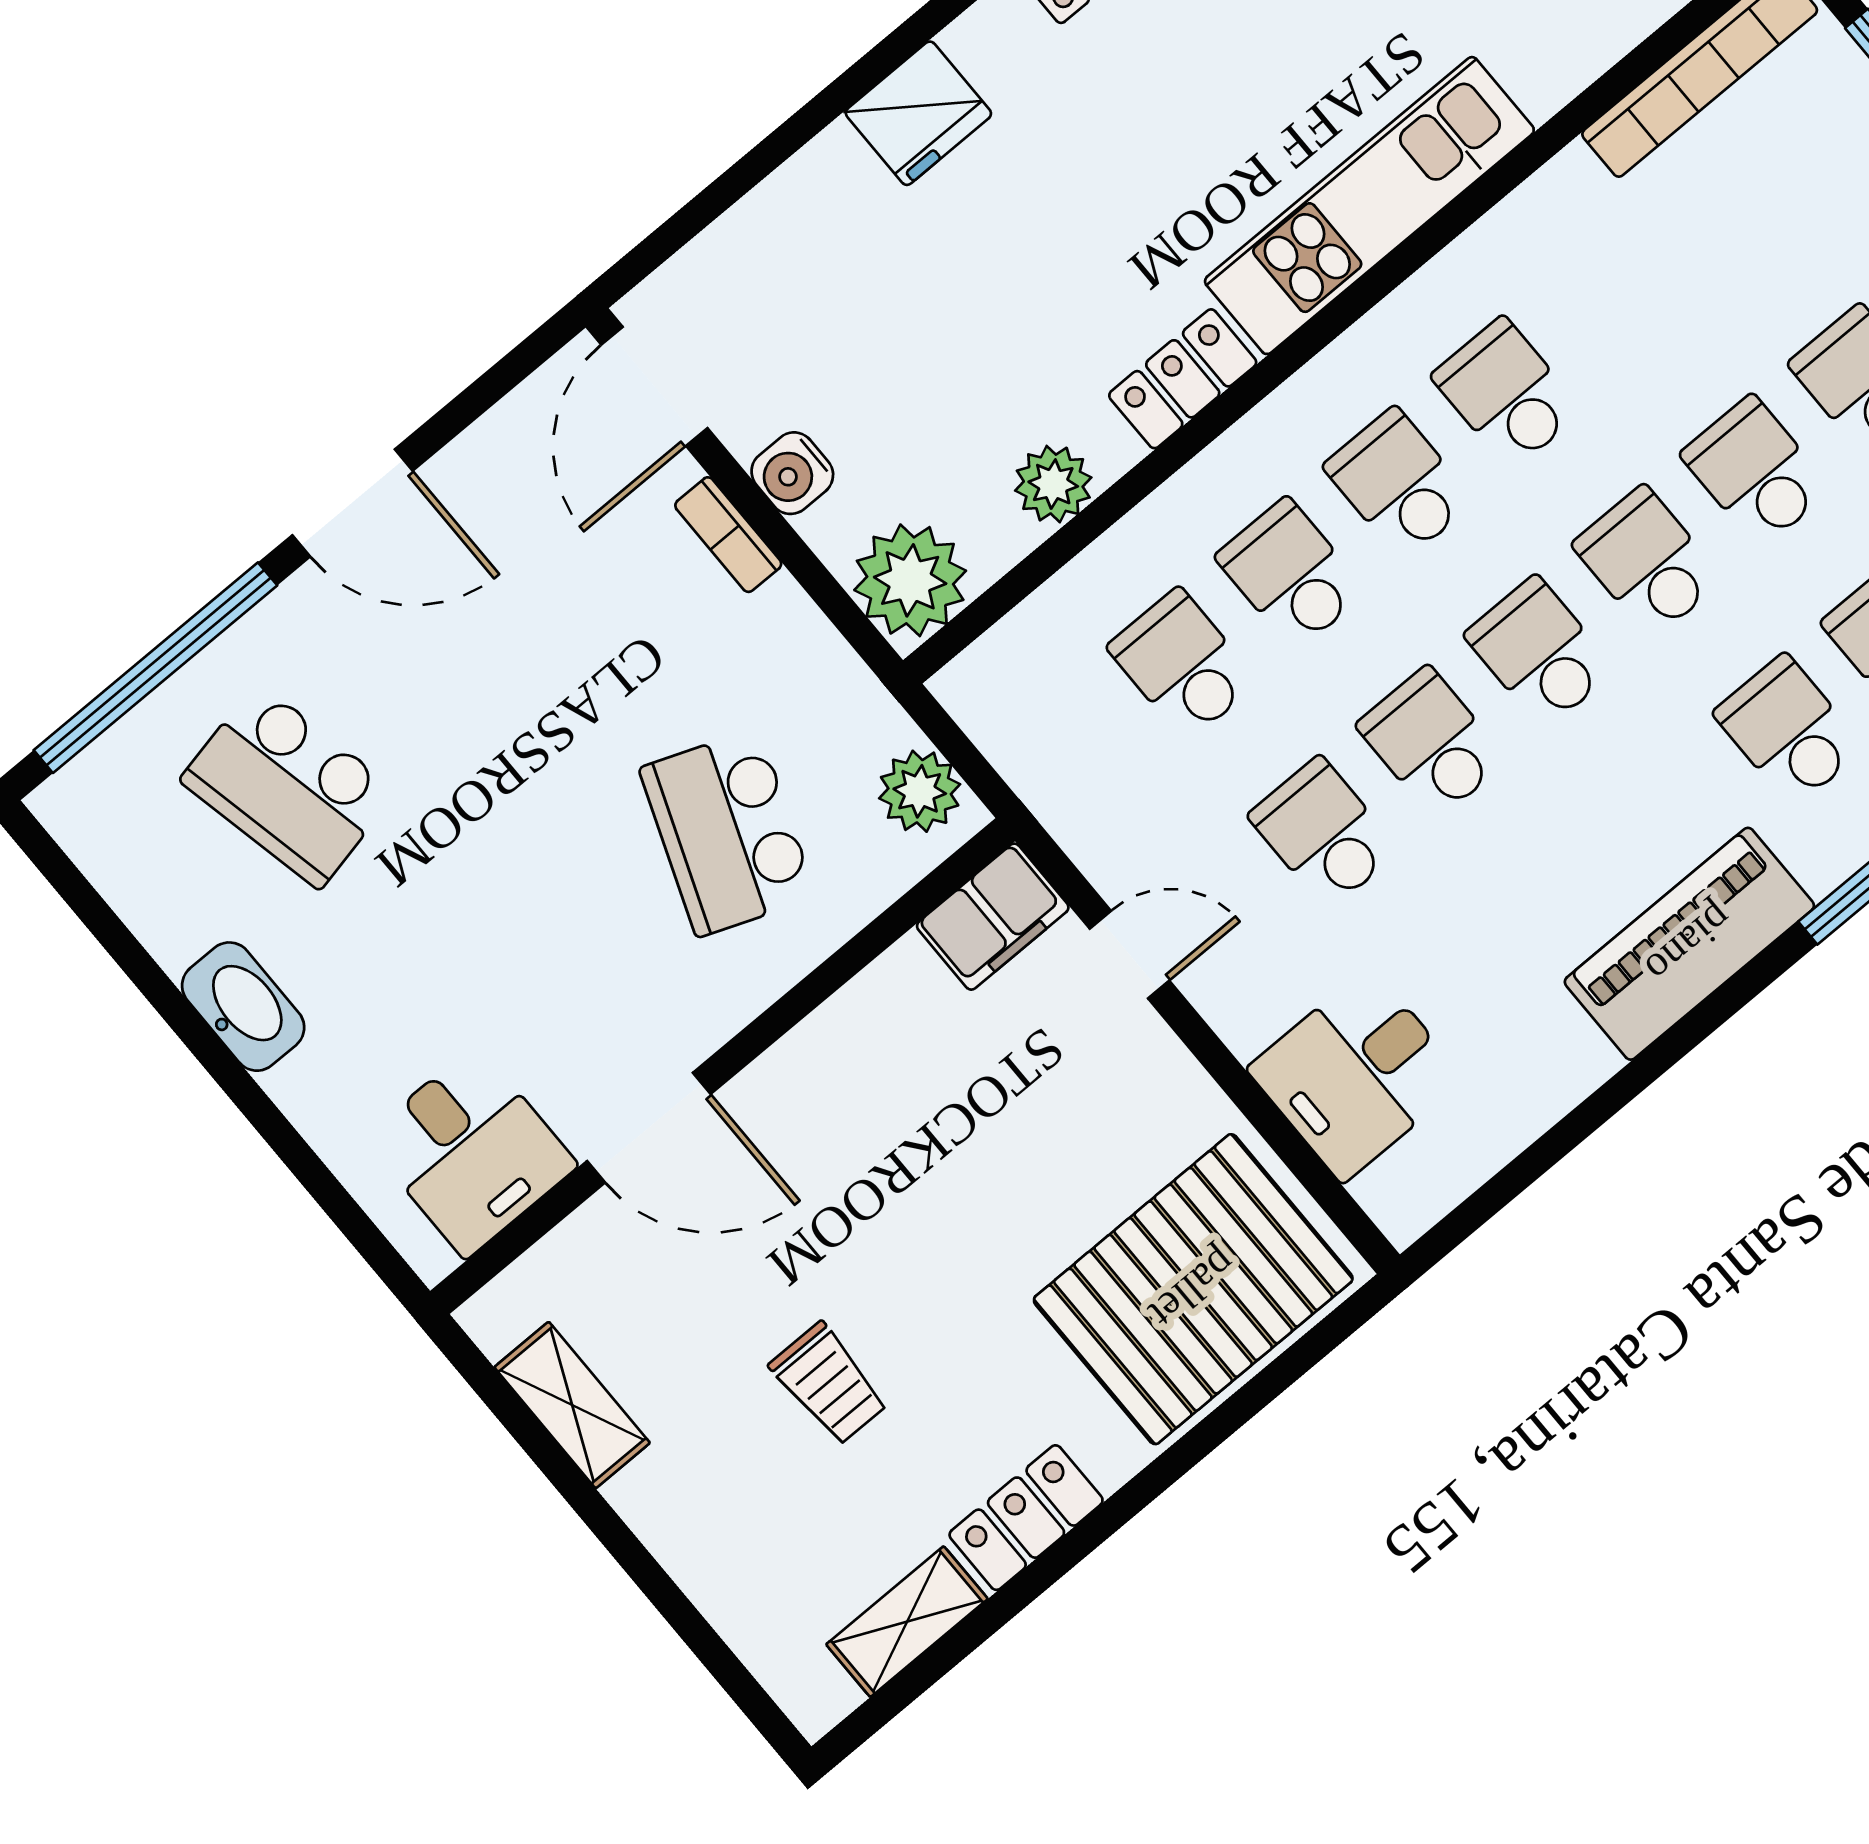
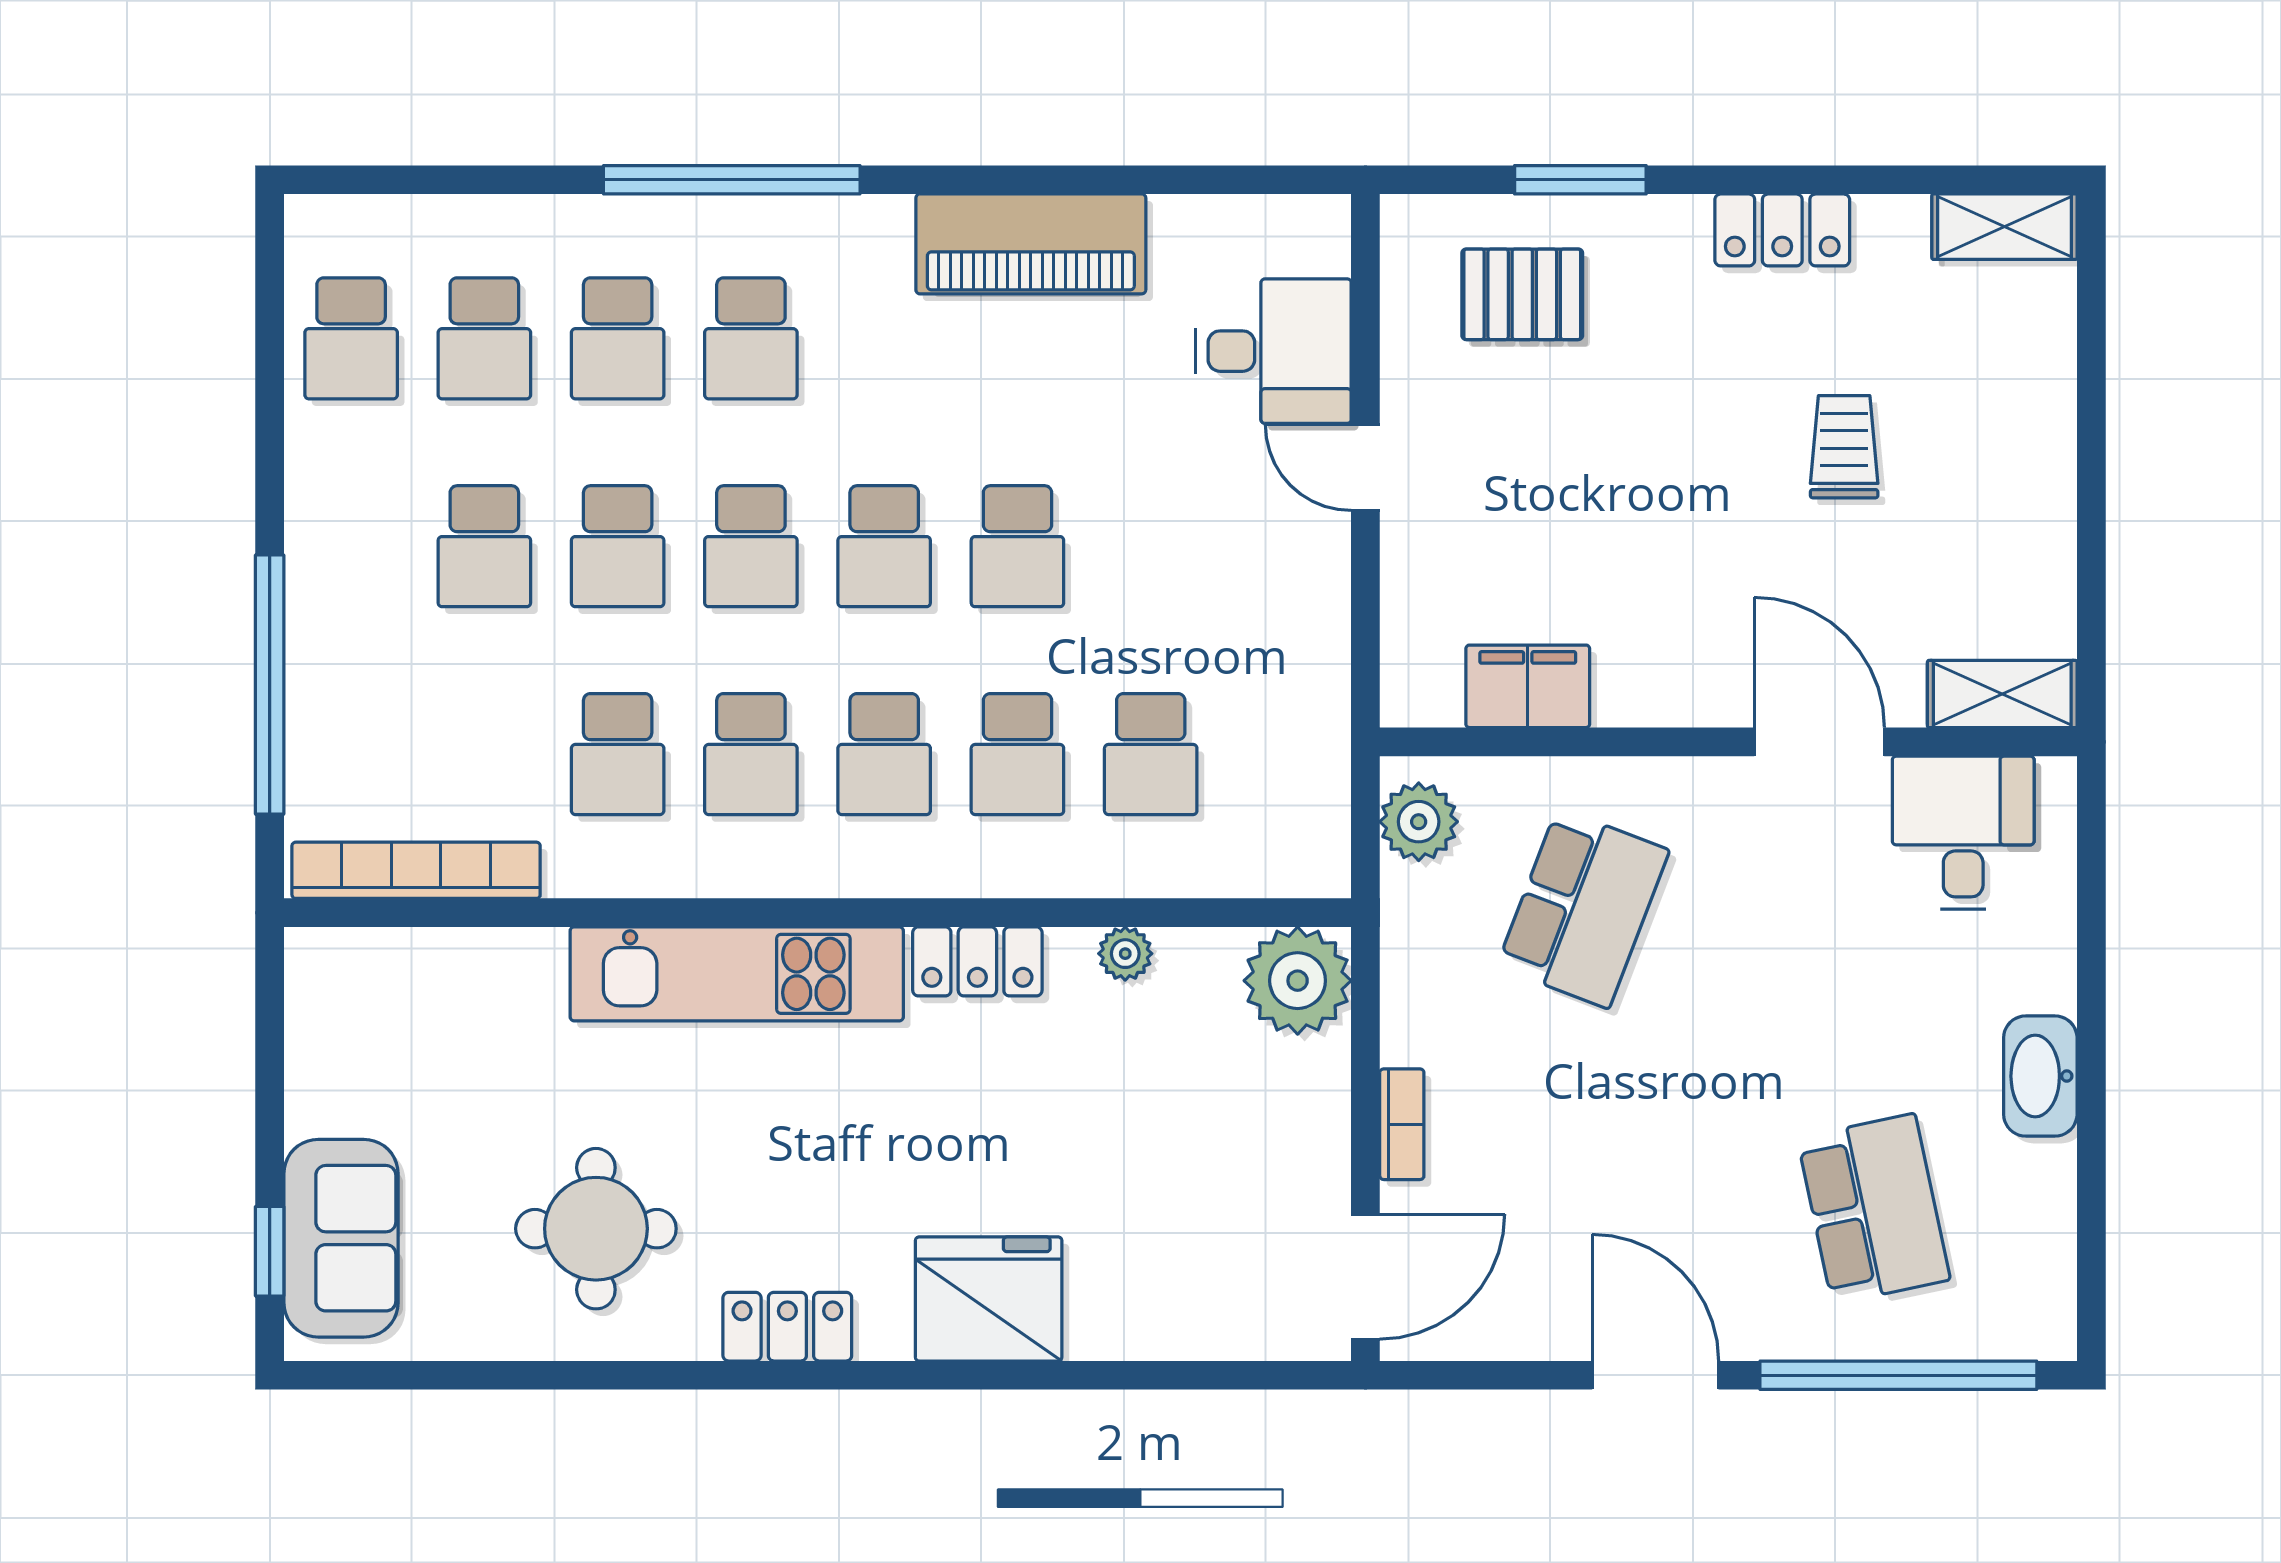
fridge: (918, 113) -> (989, 1299), width x1.36, depth x1.34
water cooler: (792, 473) -> (1318, 1130), removed
plant: (1053, 484) -> (1125, 954), width x0.73, depth x0.73
school desk: (1324, 833) -> (618, 754), moved
filing cabinet: (993, 917) -> (1528, 686), moved
piano: (1689, 944) -> (1031, 244), moved
door: (1129, 955) -> (1365, 468), moved
pallet: (1193, 1289) -> (1522, 294), width x0.49, depth x0.50
shelving: (572, 1405) -> (2002, 694), moved, turned 90
window: (1224, 1421) -> (1580, 180), added
shelving: (907, 1622) -> (2004, 227), moved

